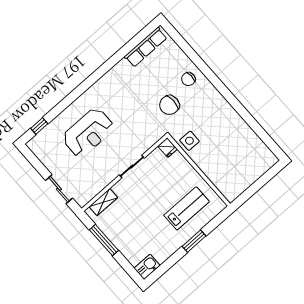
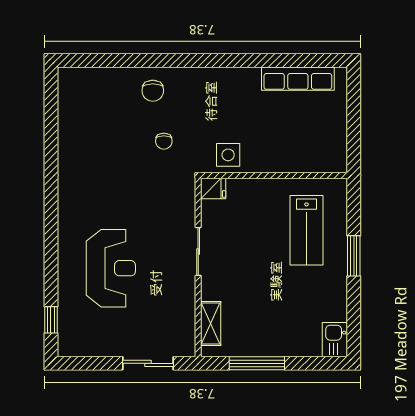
row of seats: (146, 47) -> (298, 79), moved, turned 90
chair: (169, 105) -> (164, 141), width x0.54, depth x0.54
lab bench: (187, 208) -> (306, 230), turned 180

